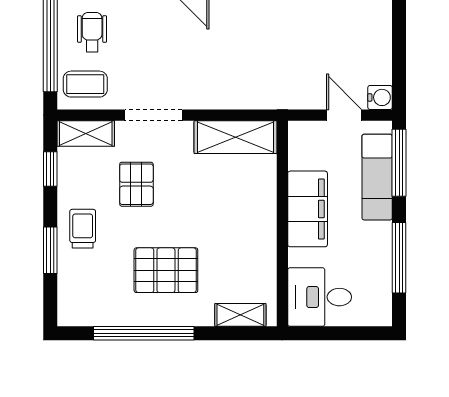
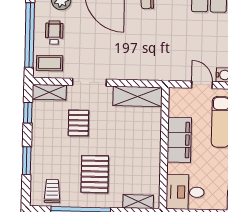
trolley: (83, 229) -> (52, 191), moved
pallet: (166, 270) -> (95, 174), turned 90

